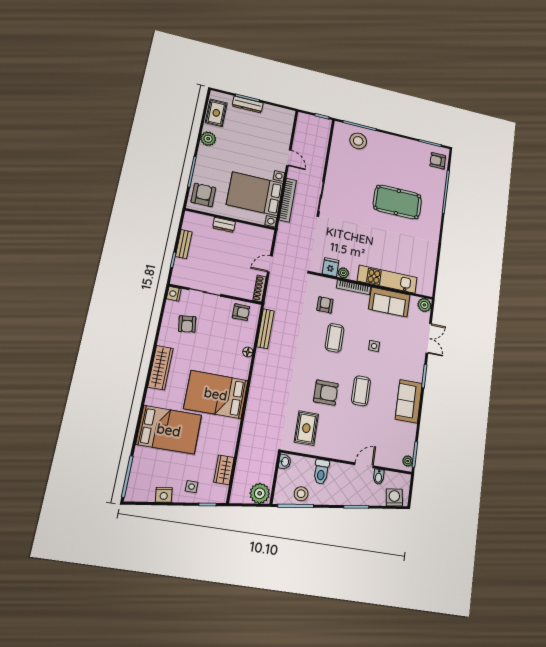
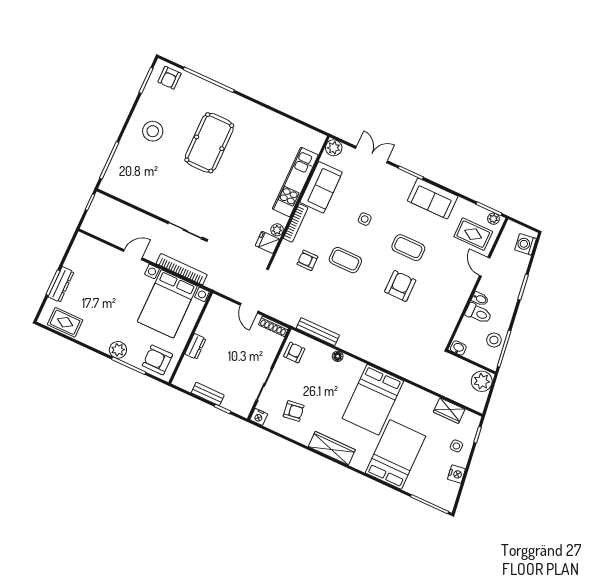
plant: (208, 139) -> (118, 350), moved
stool: (358, 141) -> (153, 131), moved
rug: (306, 428) -> (473, 234), moved
bidet: (379, 477) -> (480, 299), moved

